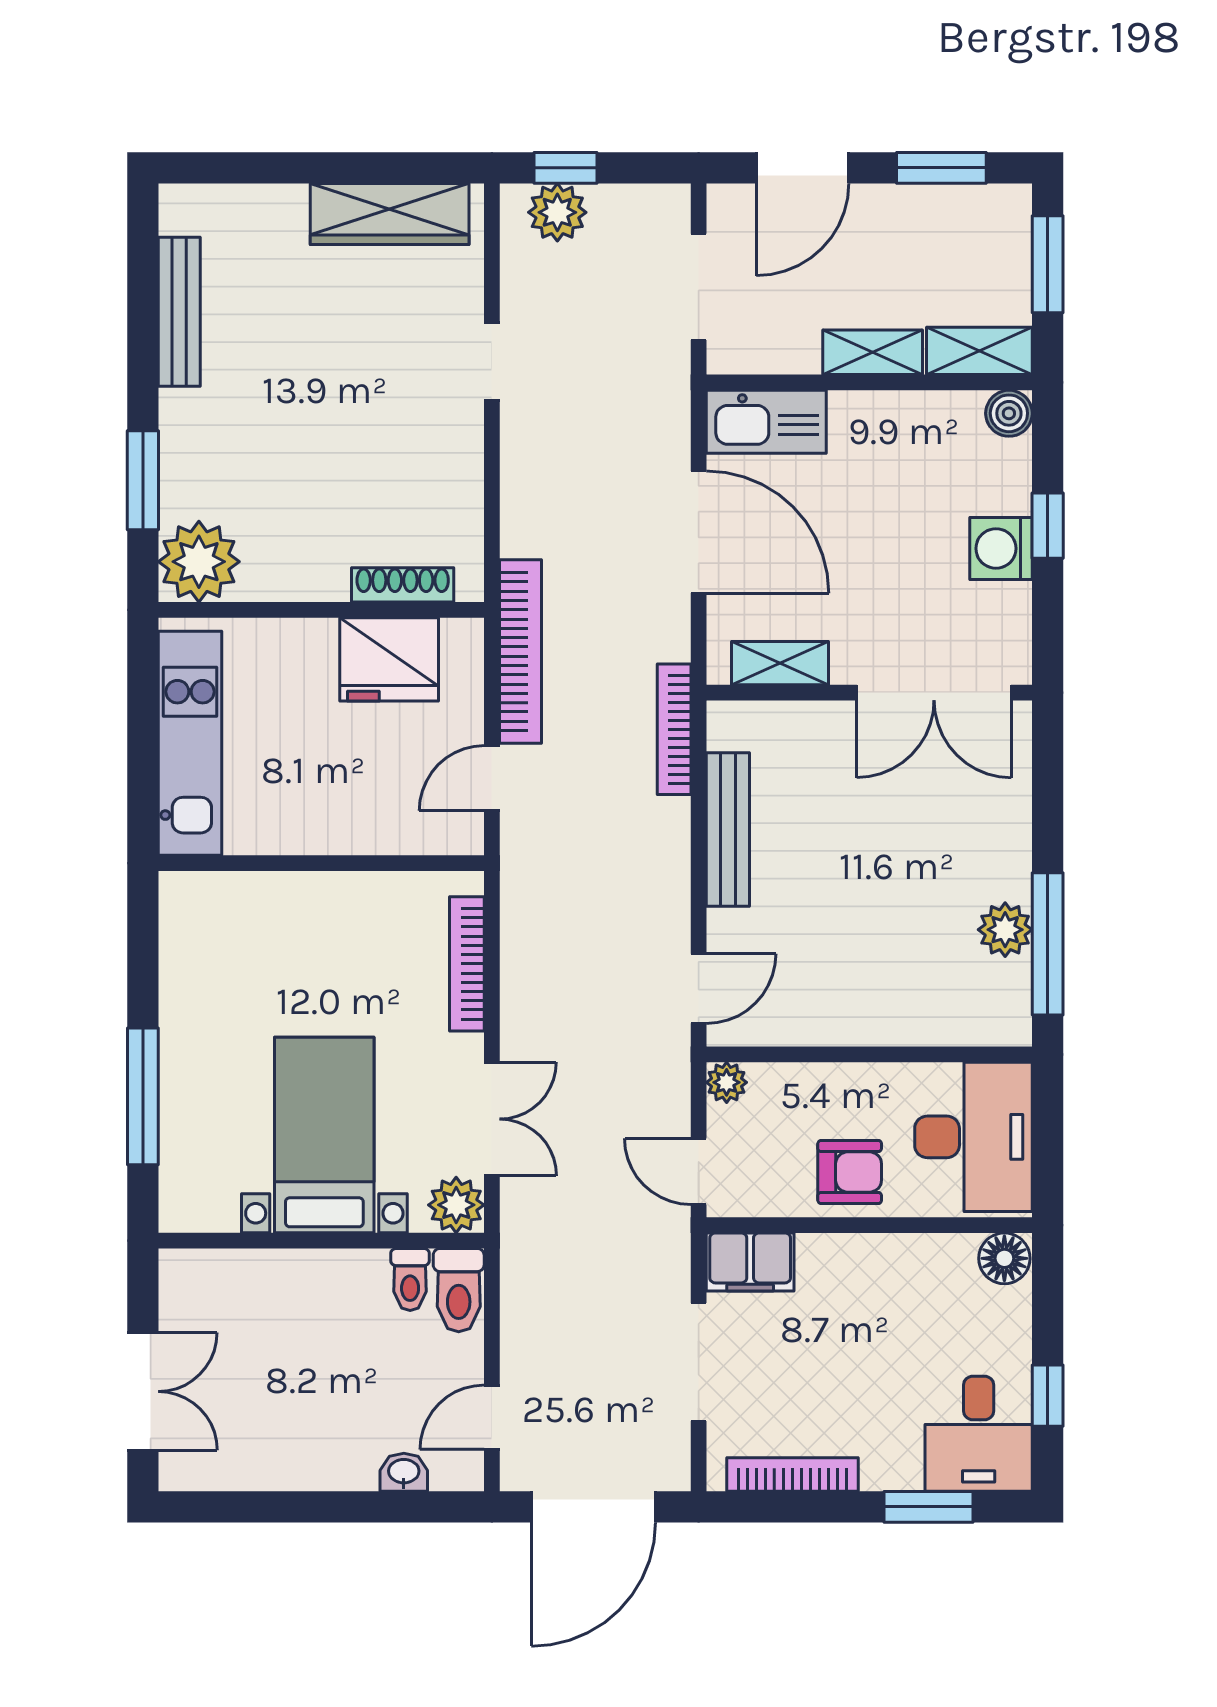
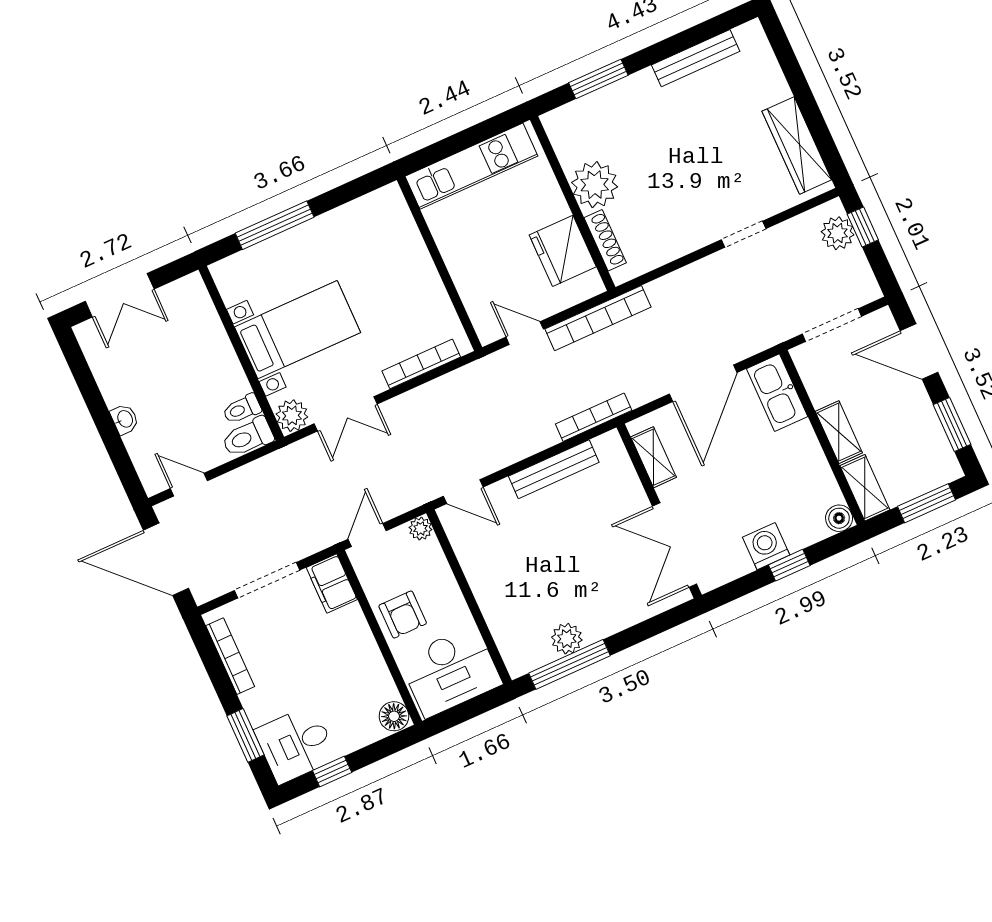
plant: (199, 562) -> (595, 185), moved
washbasin: (404, 1472) -> (125, 419), moved

